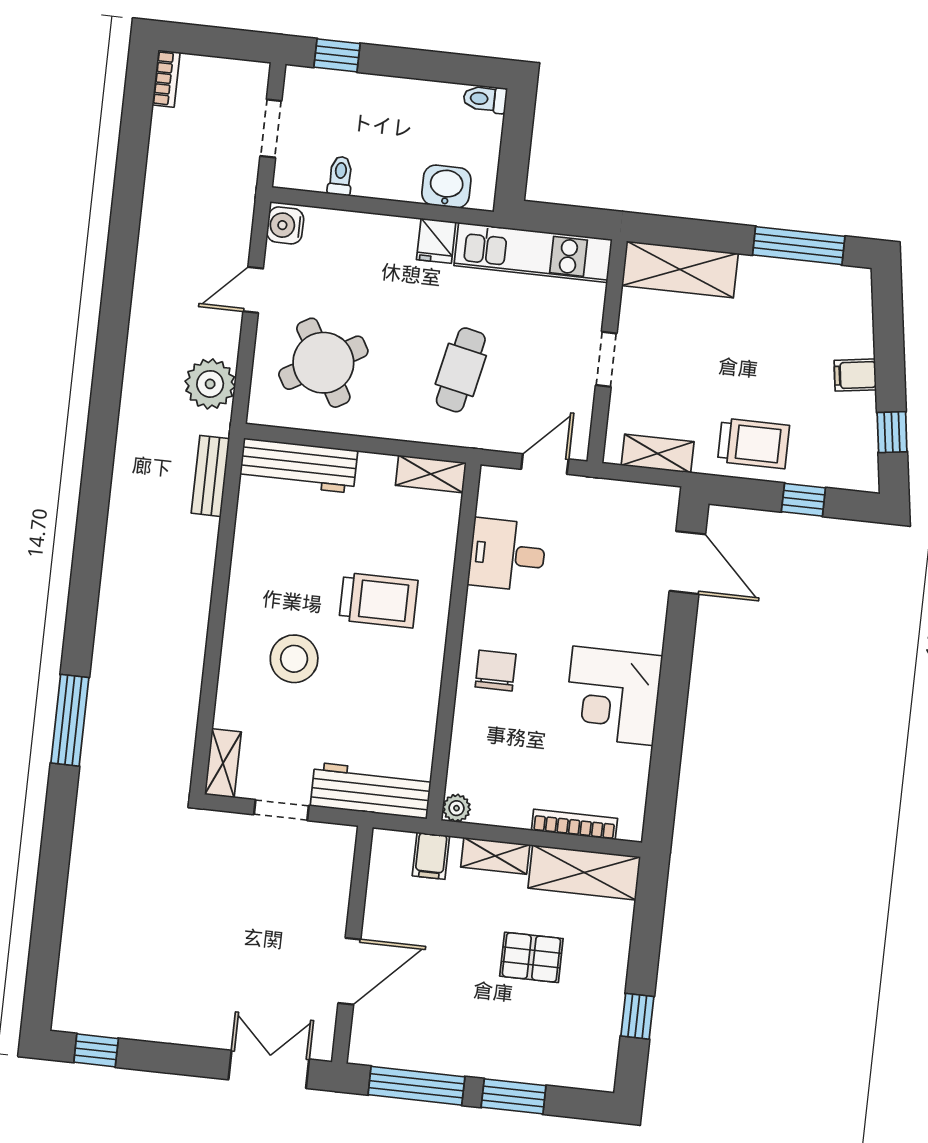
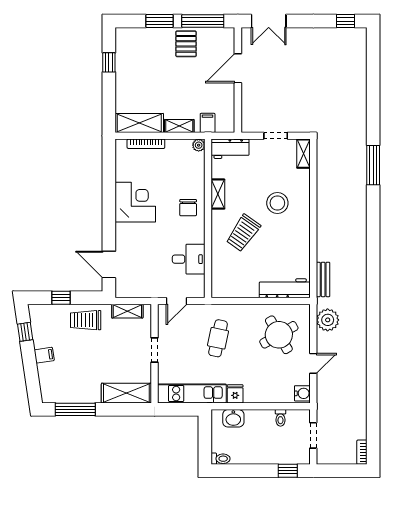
shelving: (431, 474) -> (218, 194), moved, turned 90
trolley: (378, 600) -> (243, 233), turned -55
workbench: (371, 791) -> (230, 149), width x0.73
pallet: (531, 957) -> (186, 44), moved, turned 90

